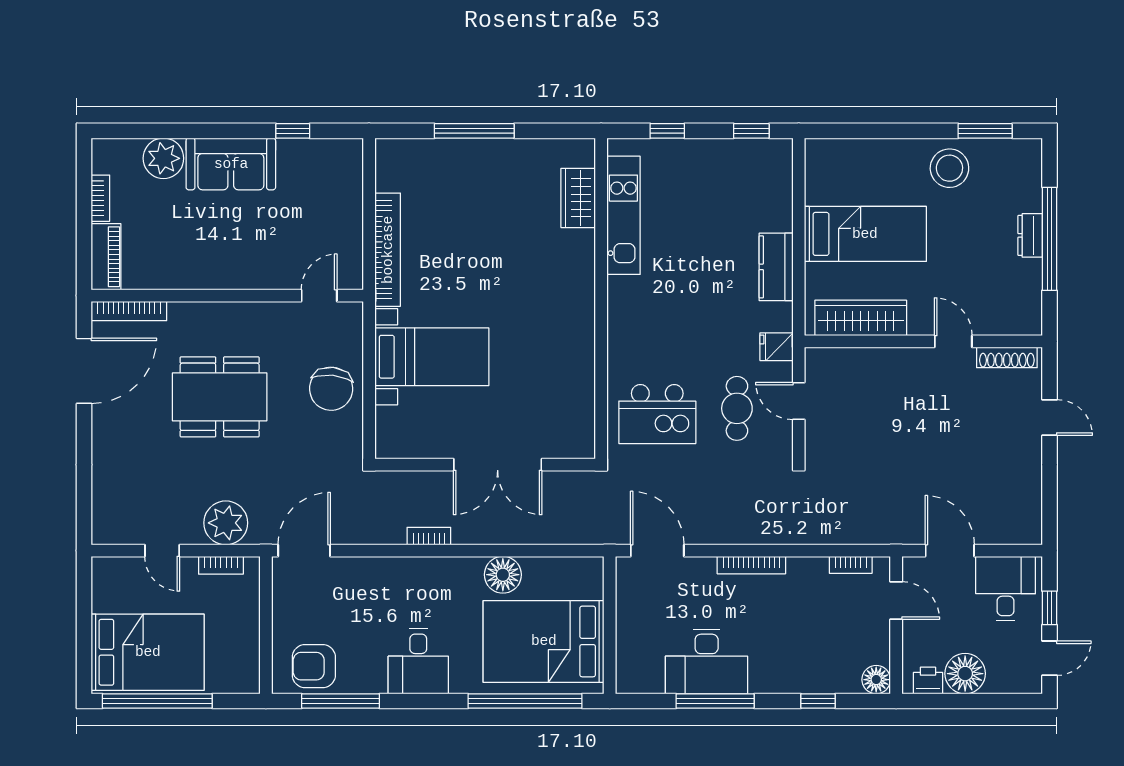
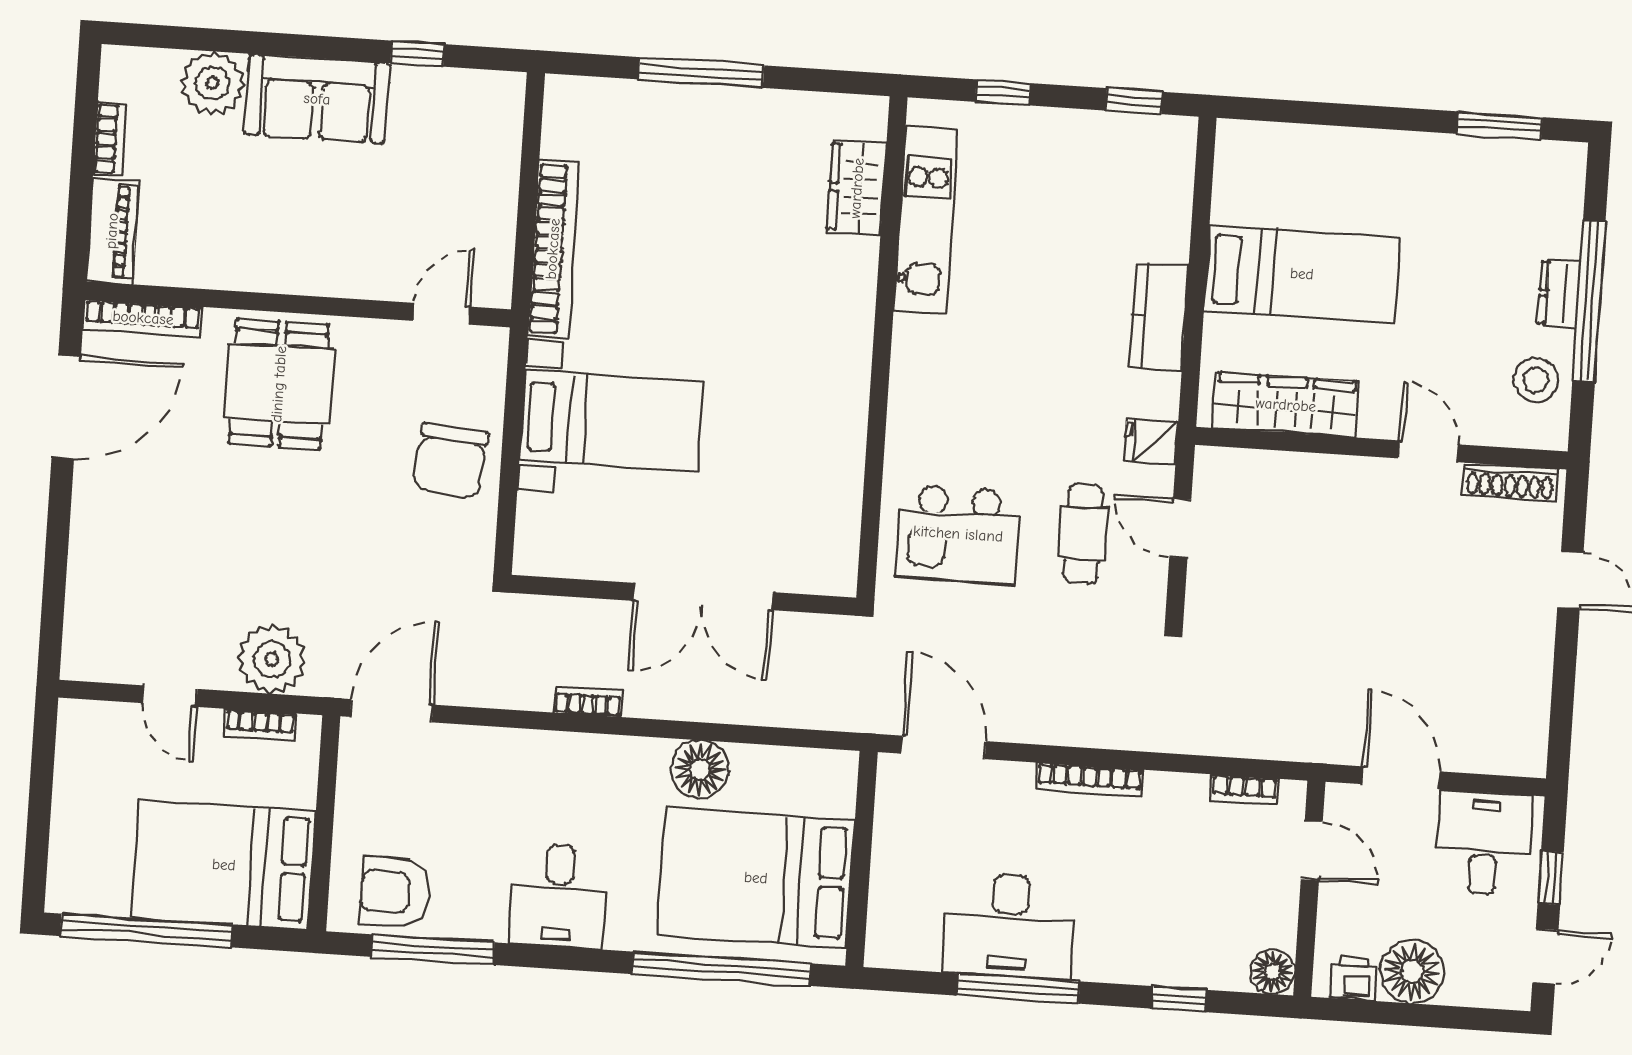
stool: (949, 168) -> (1536, 380), moved, width x0.73, depth x0.73
dining table: (220, 397) -> (279, 384), moved, width x0.73
bed: (148, 652) -> (224, 865), moved, turned 180

